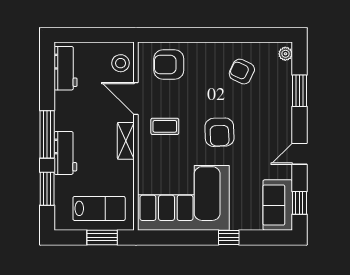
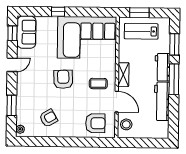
workbench: (66, 68) -> (162, 101), moved, width x1.38
armchair: (242, 72) -> (48, 118), turned -55

